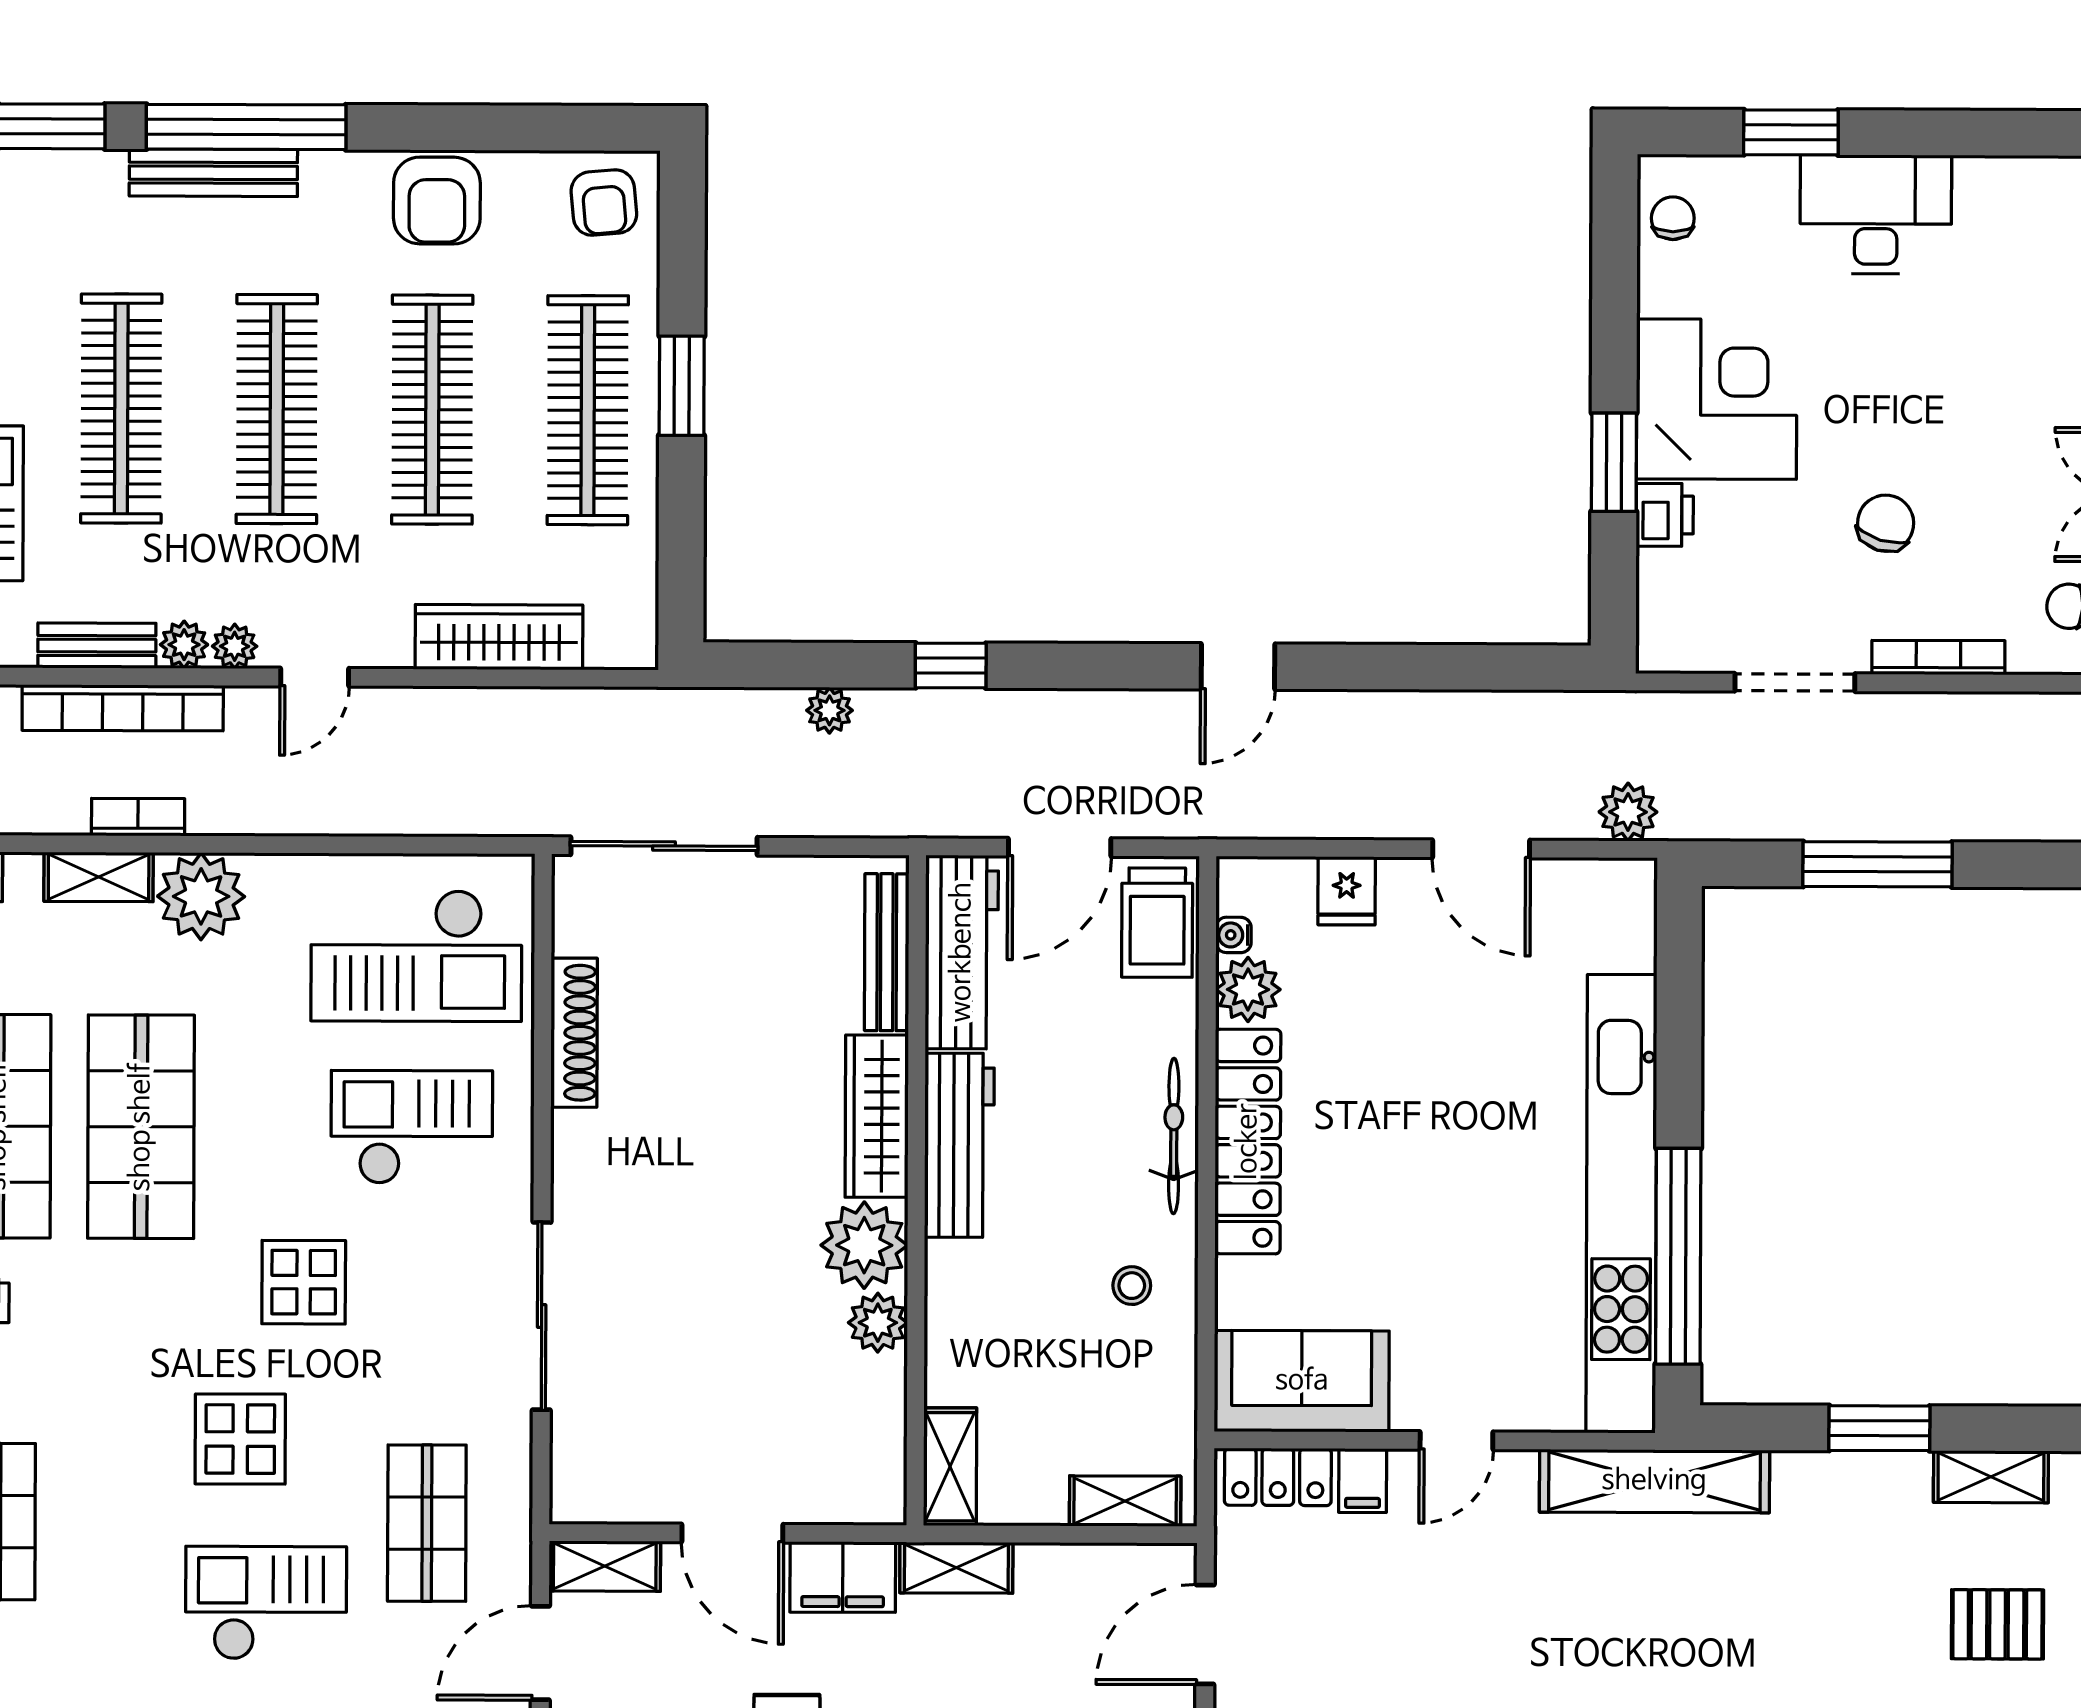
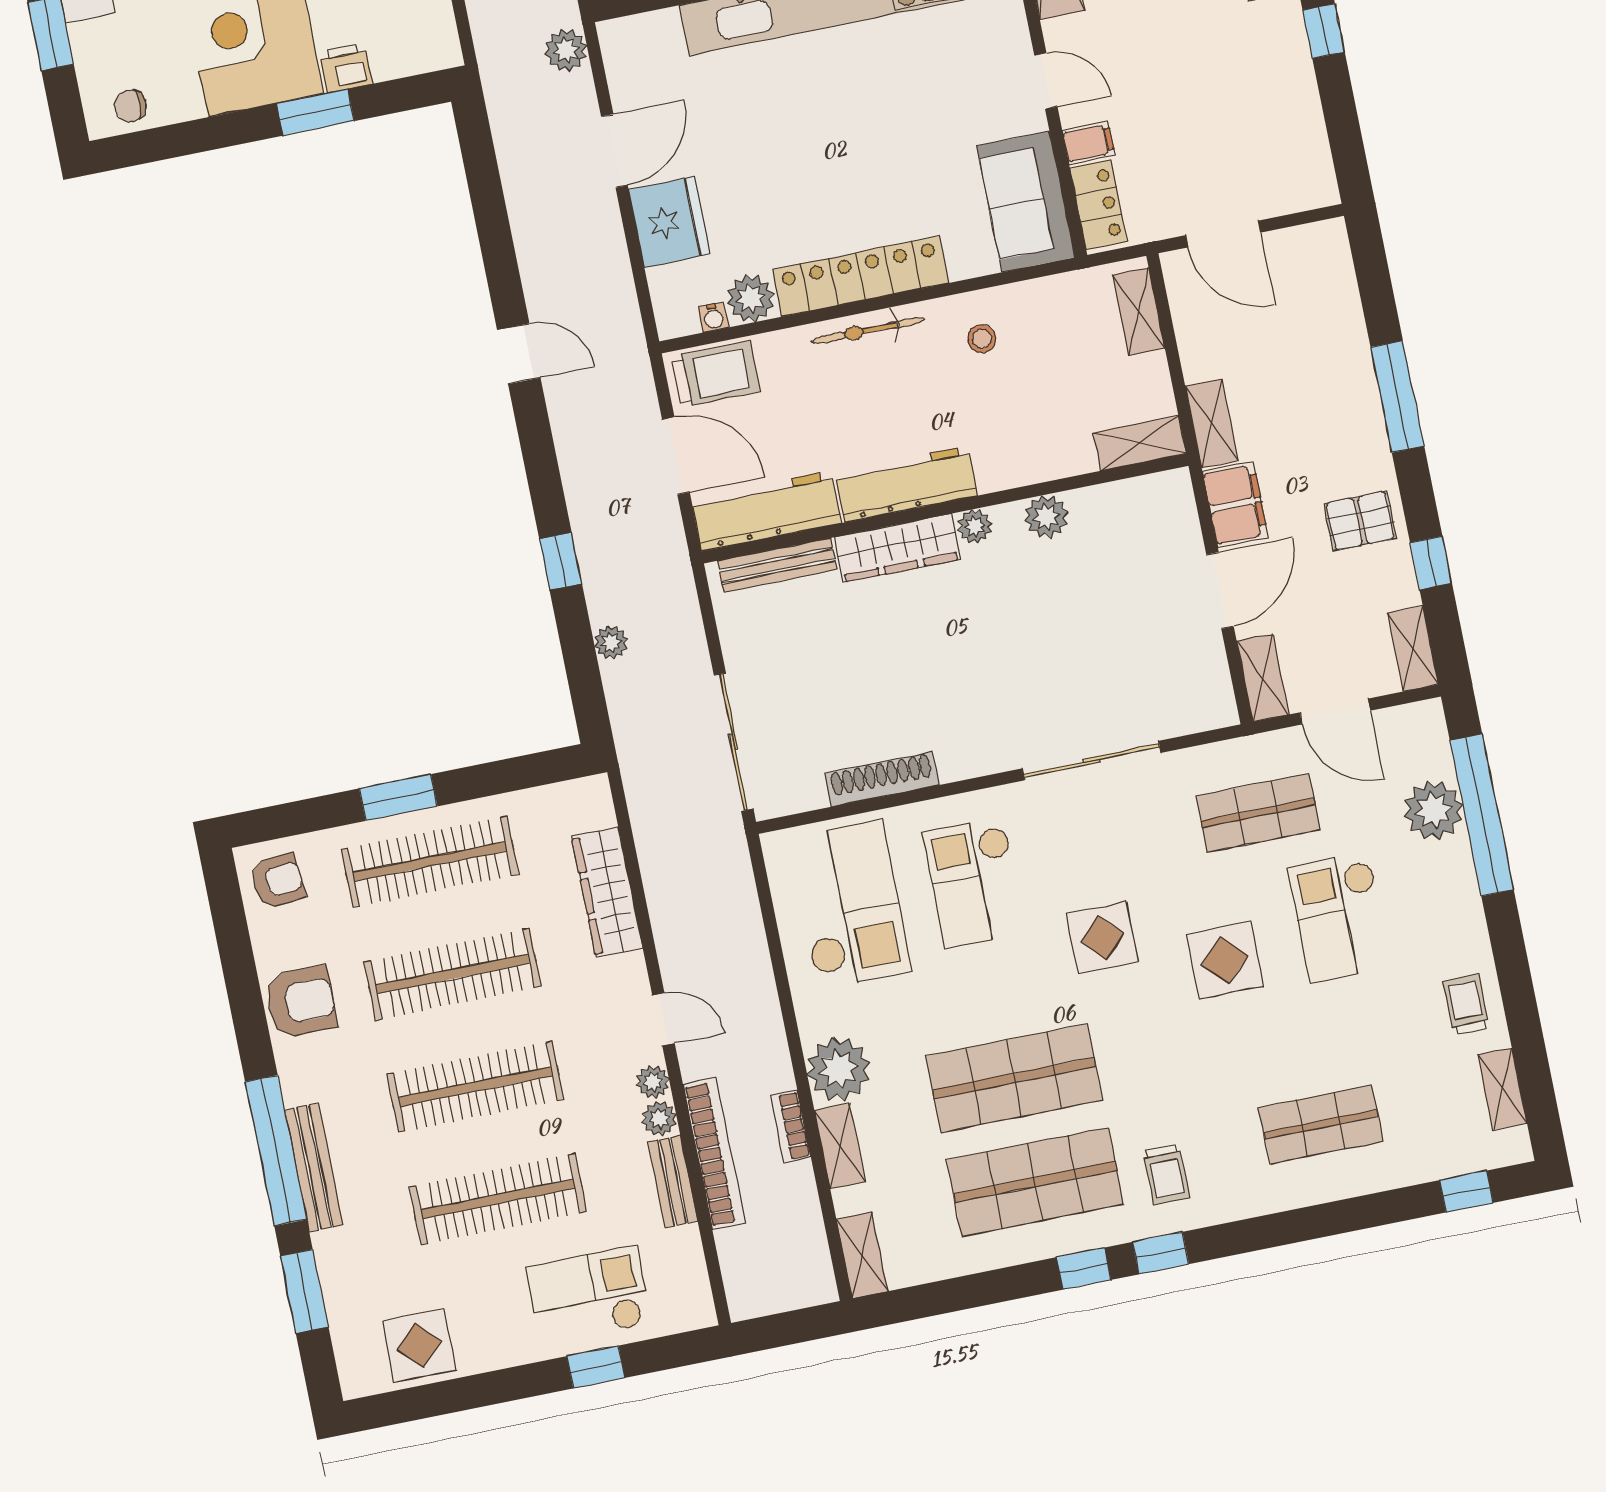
fridge: (1347, 891) -> (669, 222), width x1.88, depth x1.34
plant: (864, 1245) -> (975, 526), width x0.53, depth x0.53

